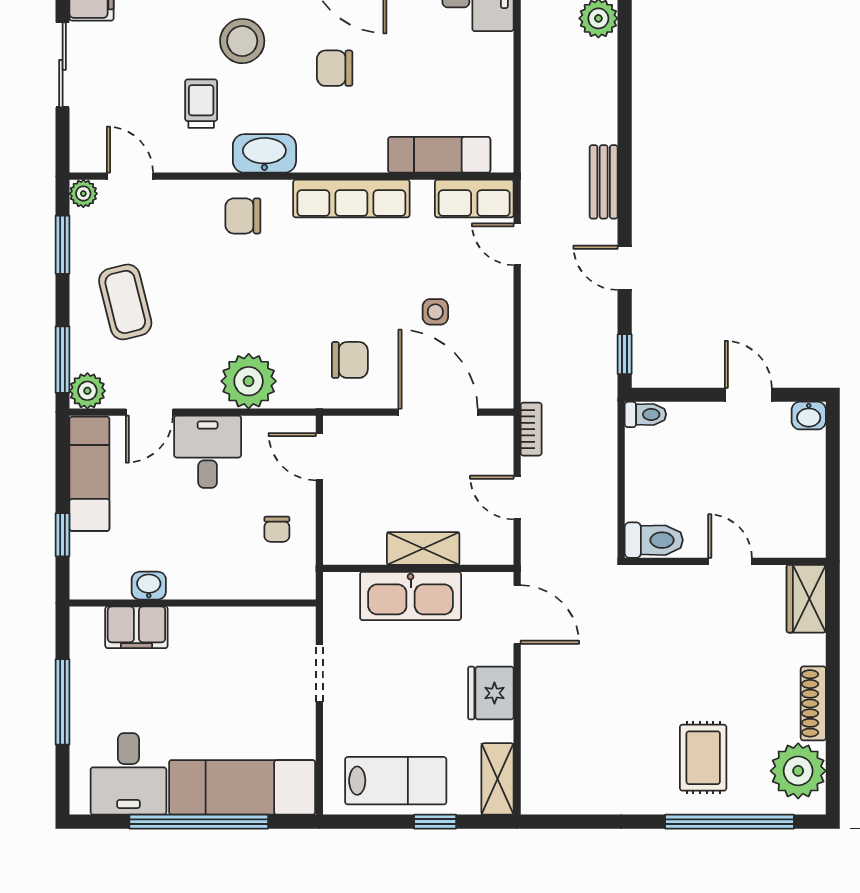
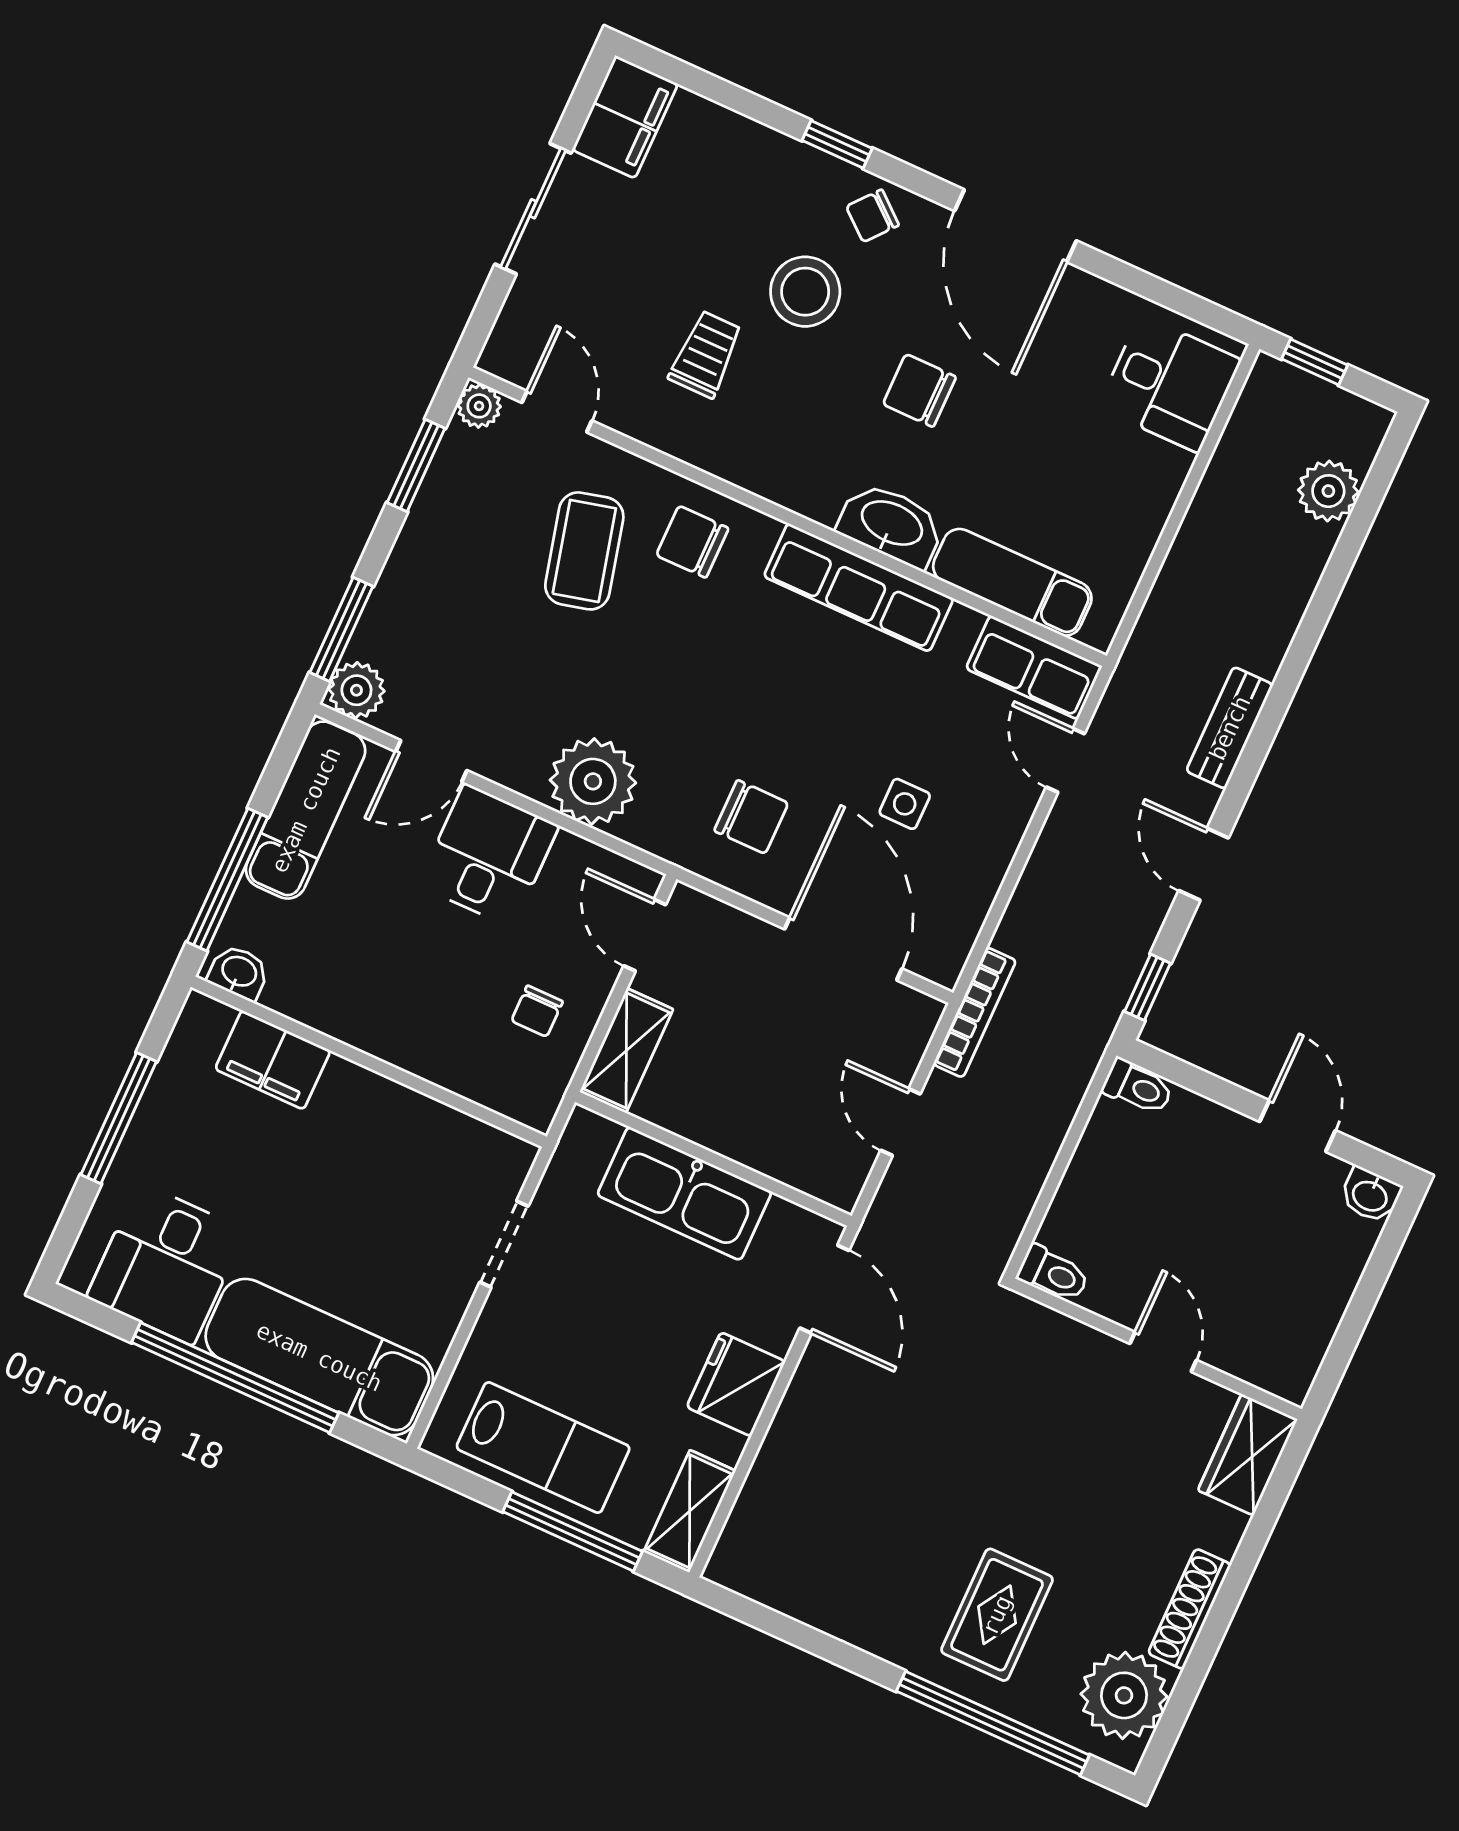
washbasin: (264, 153) -> (891, 525), moved
coffee table: (125, 302) -> (584, 551), moved
bookcase: (531, 429) -> (975, 1012), width x1.56
window: (63, 535) -> (227, 880), width x2.17
toilet: (654, 540) -> (1053, 1274), width x0.73, depth x0.72
shelving: (423, 548) -> (626, 1051), moved, turned 90
washbasin: (149, 586) -> (239, 972), moved
window: (435, 822) -> (573, 1532), width x2.17

